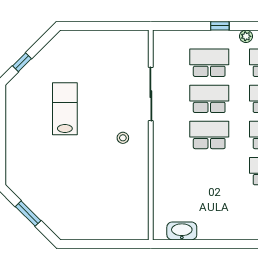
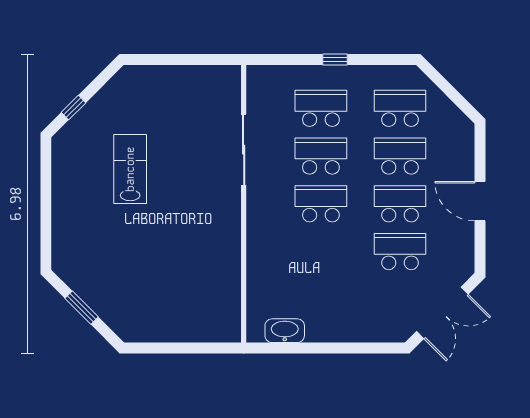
plant: (246, 36) -> (369, 73), removed
stool: (123, 138) -> (207, 208), removed

